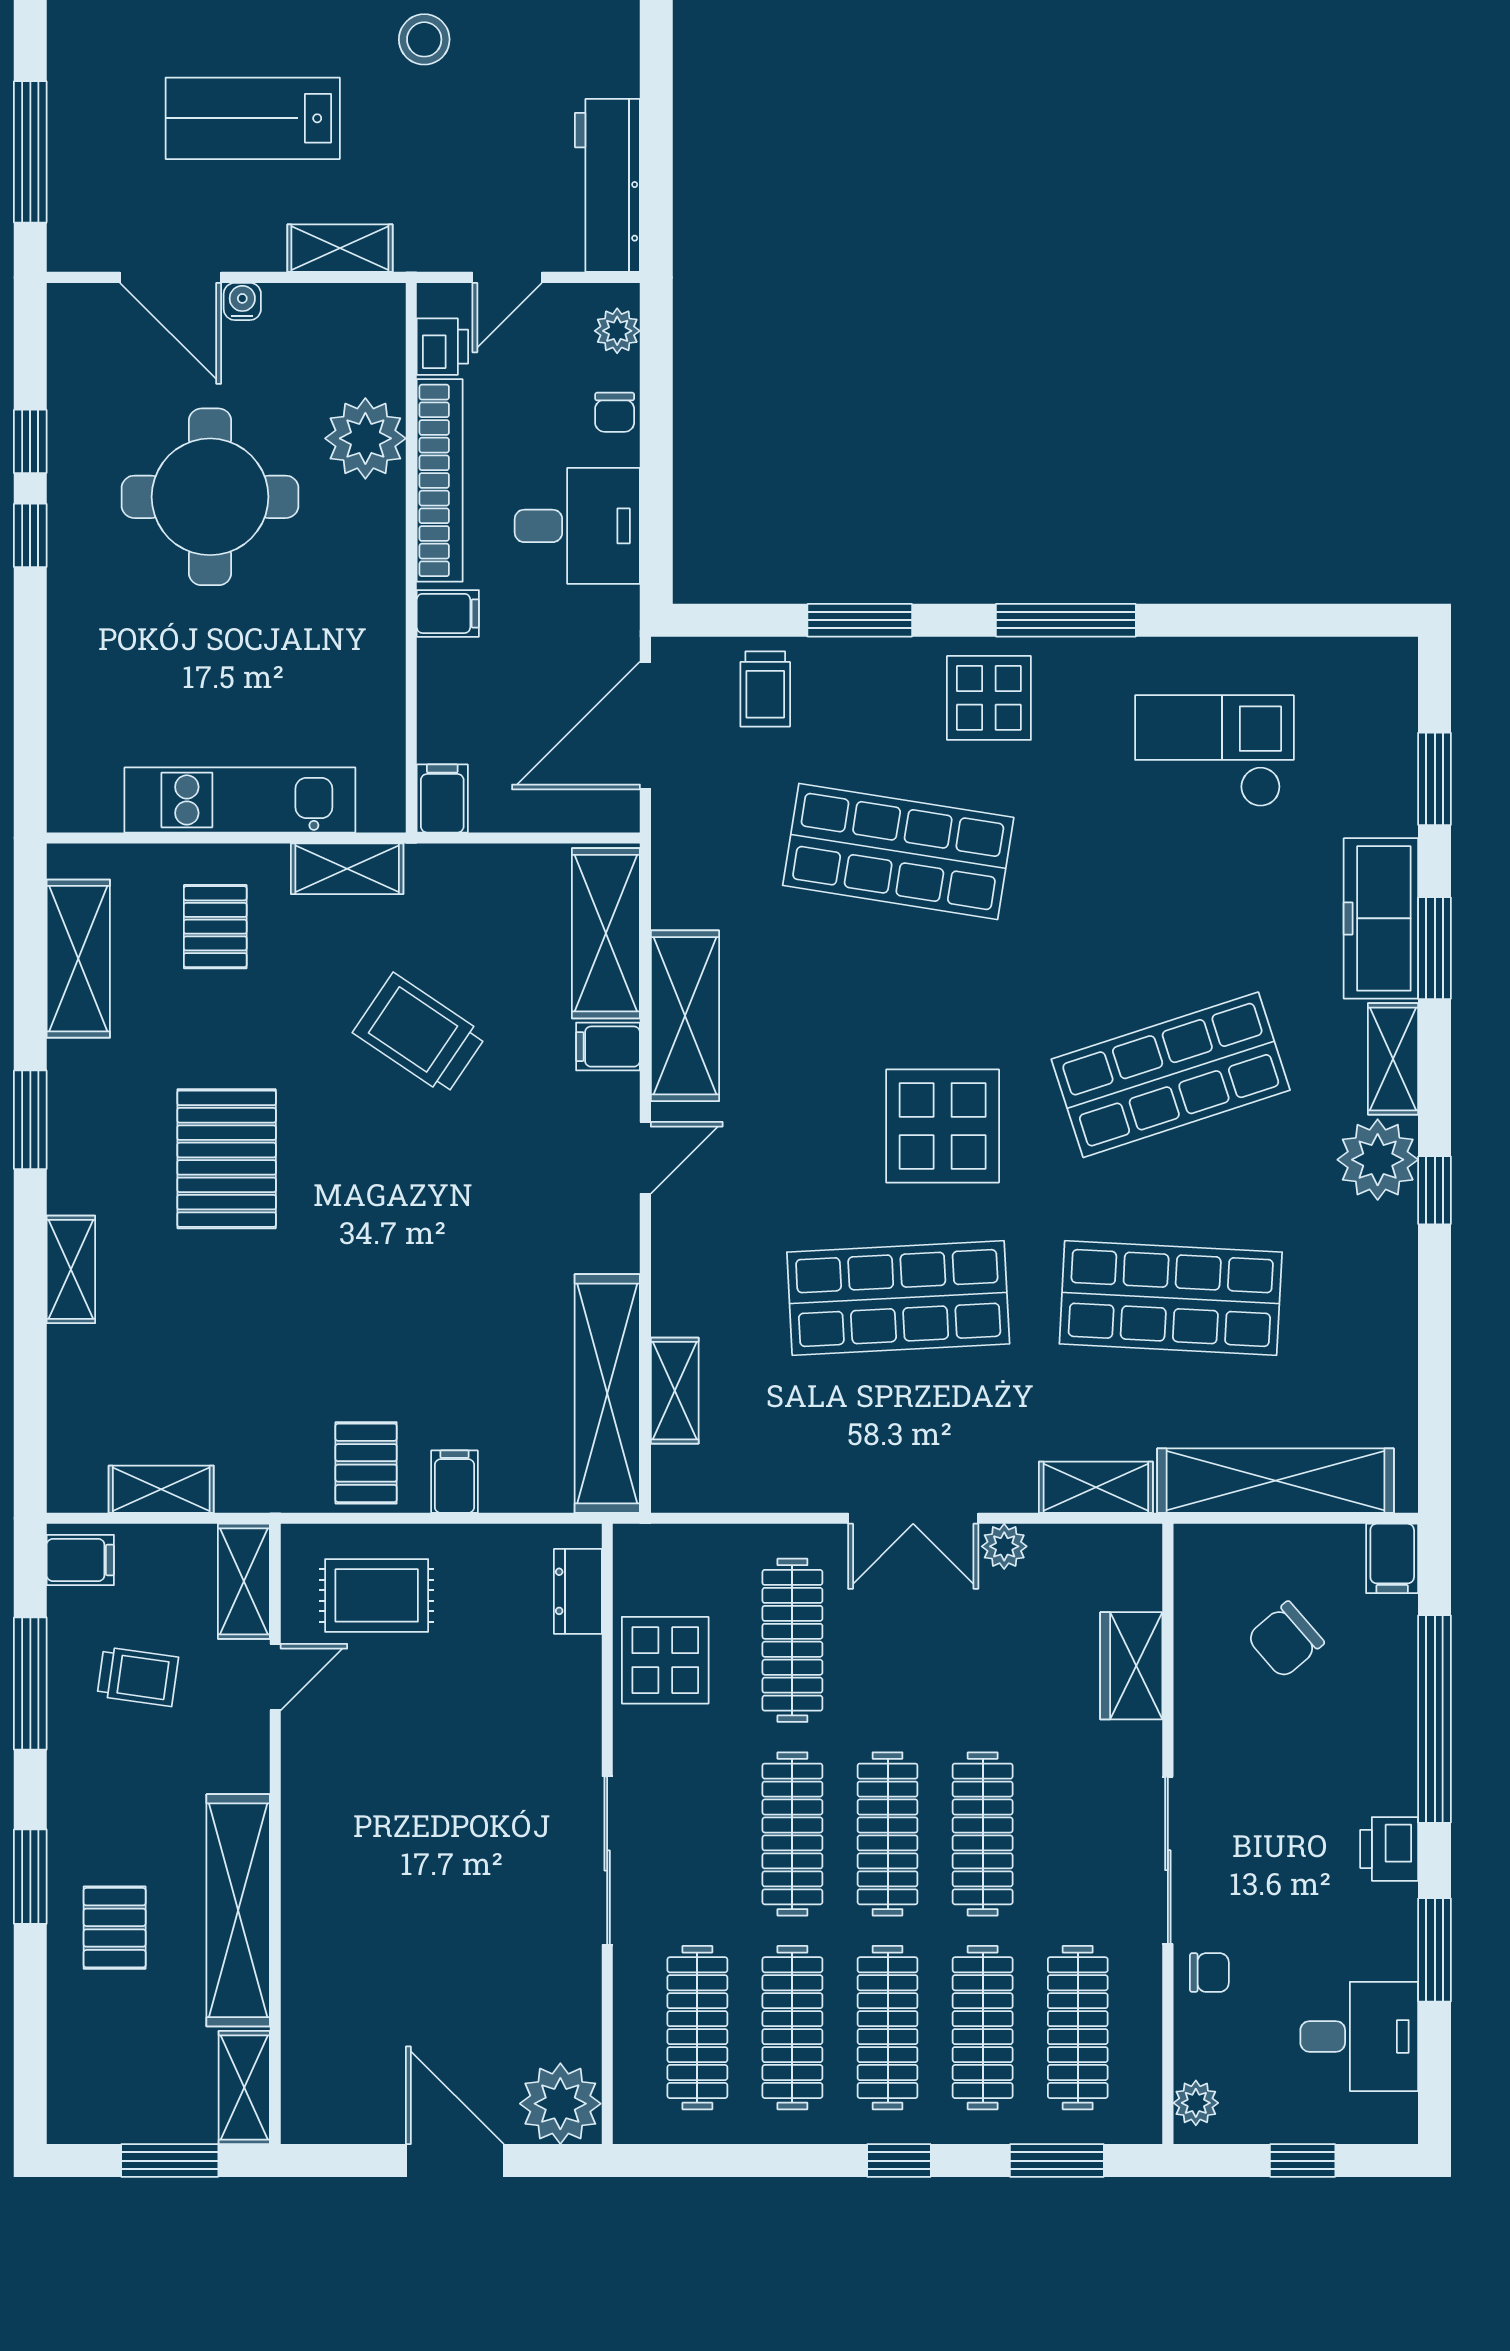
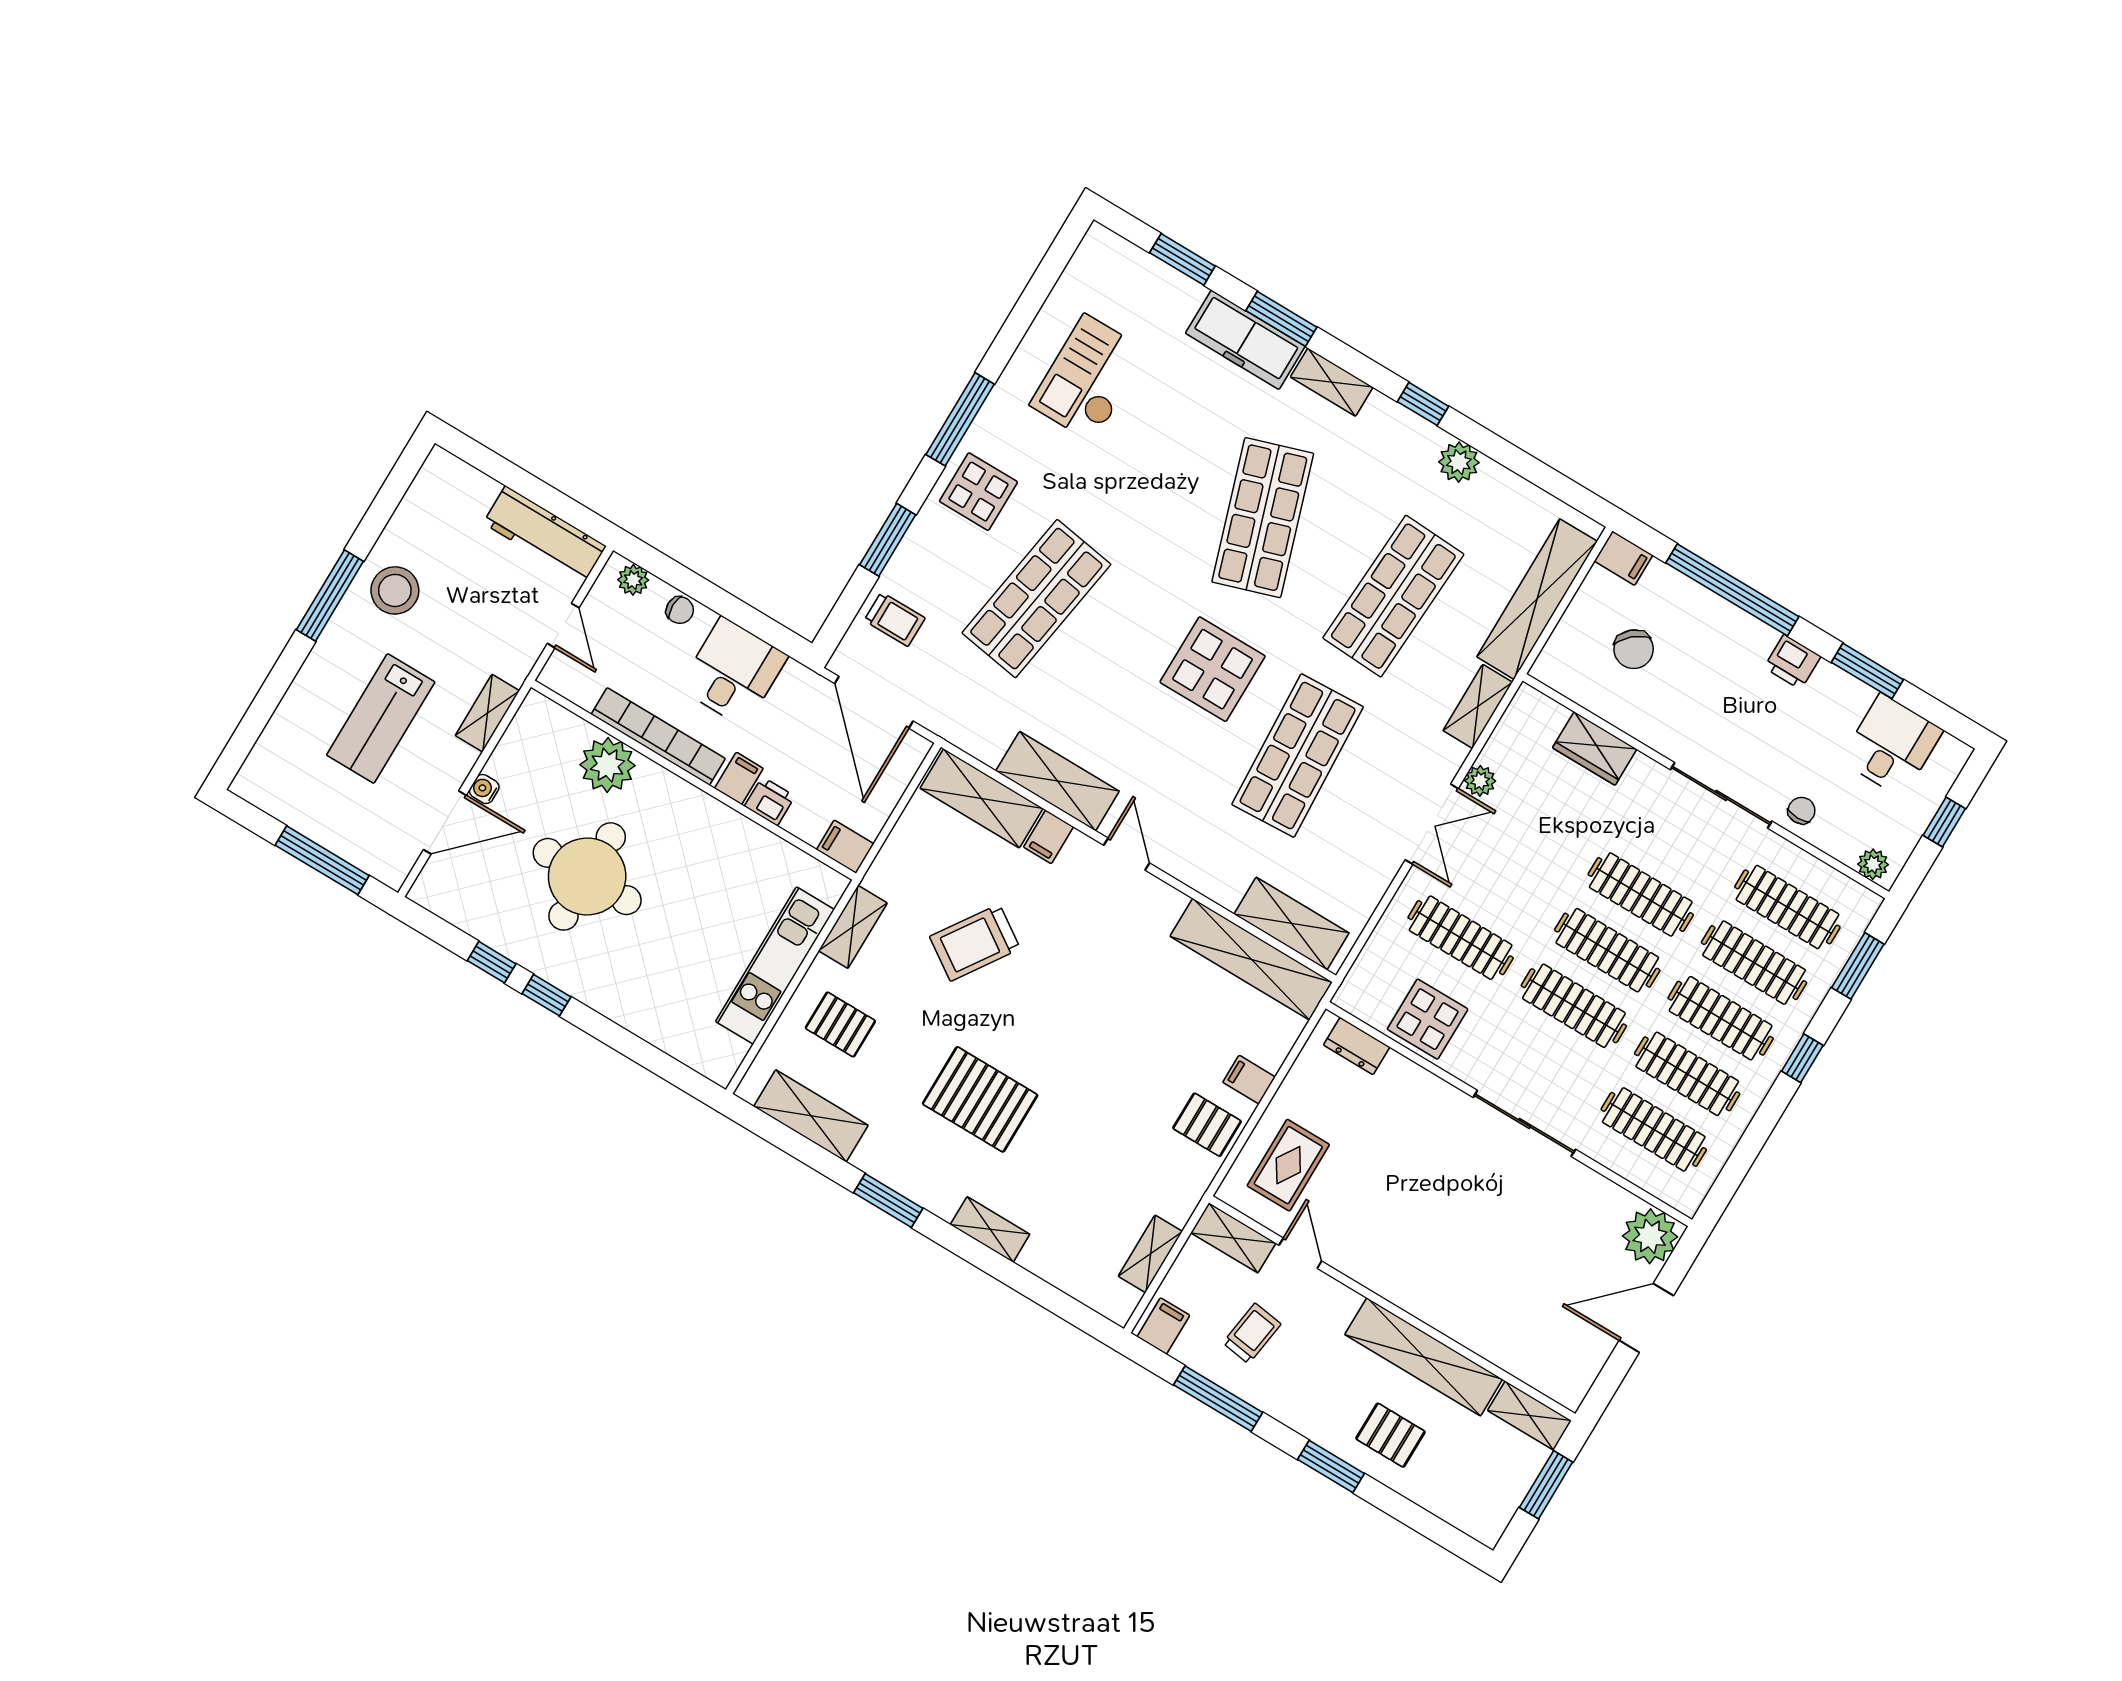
stool: (424, 39) -> (395, 590), width x1.38, depth x1.38
printer: (442, 347) -> (770, 801), moved
plant: (1378, 1160) -> (1459, 462), moved, width x0.73, depth x0.73
shelving: (675, 1391) -> (1292, 924), width x1.50, depth x1.33

